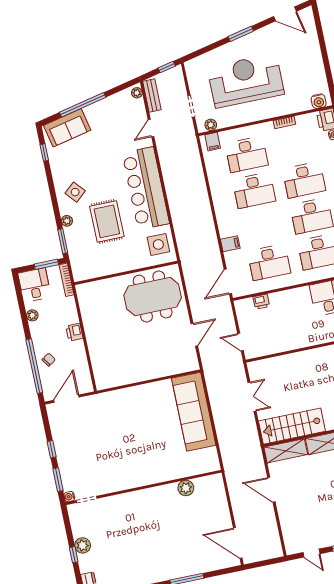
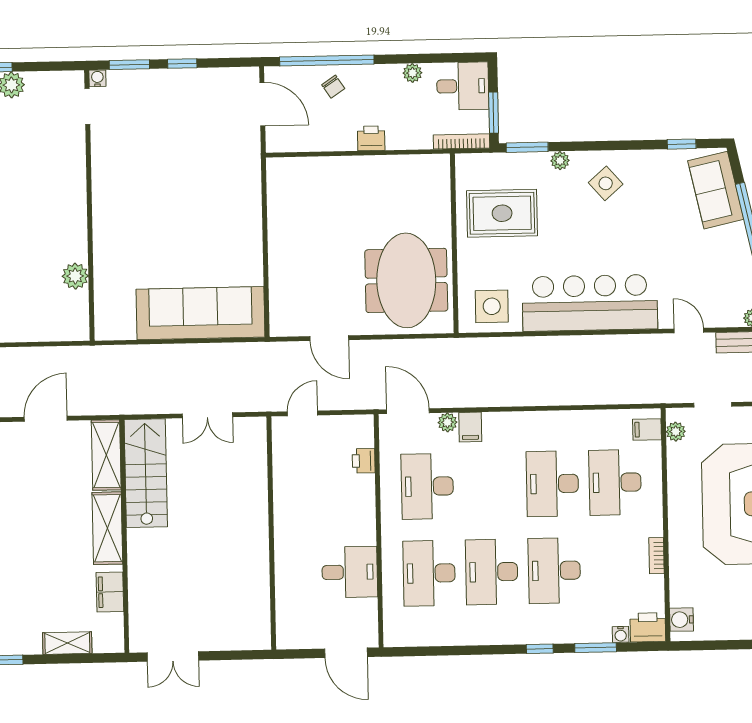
rug: (107, 221) -> (502, 213), moved
plant: (230, 257) -> (447, 422), added

